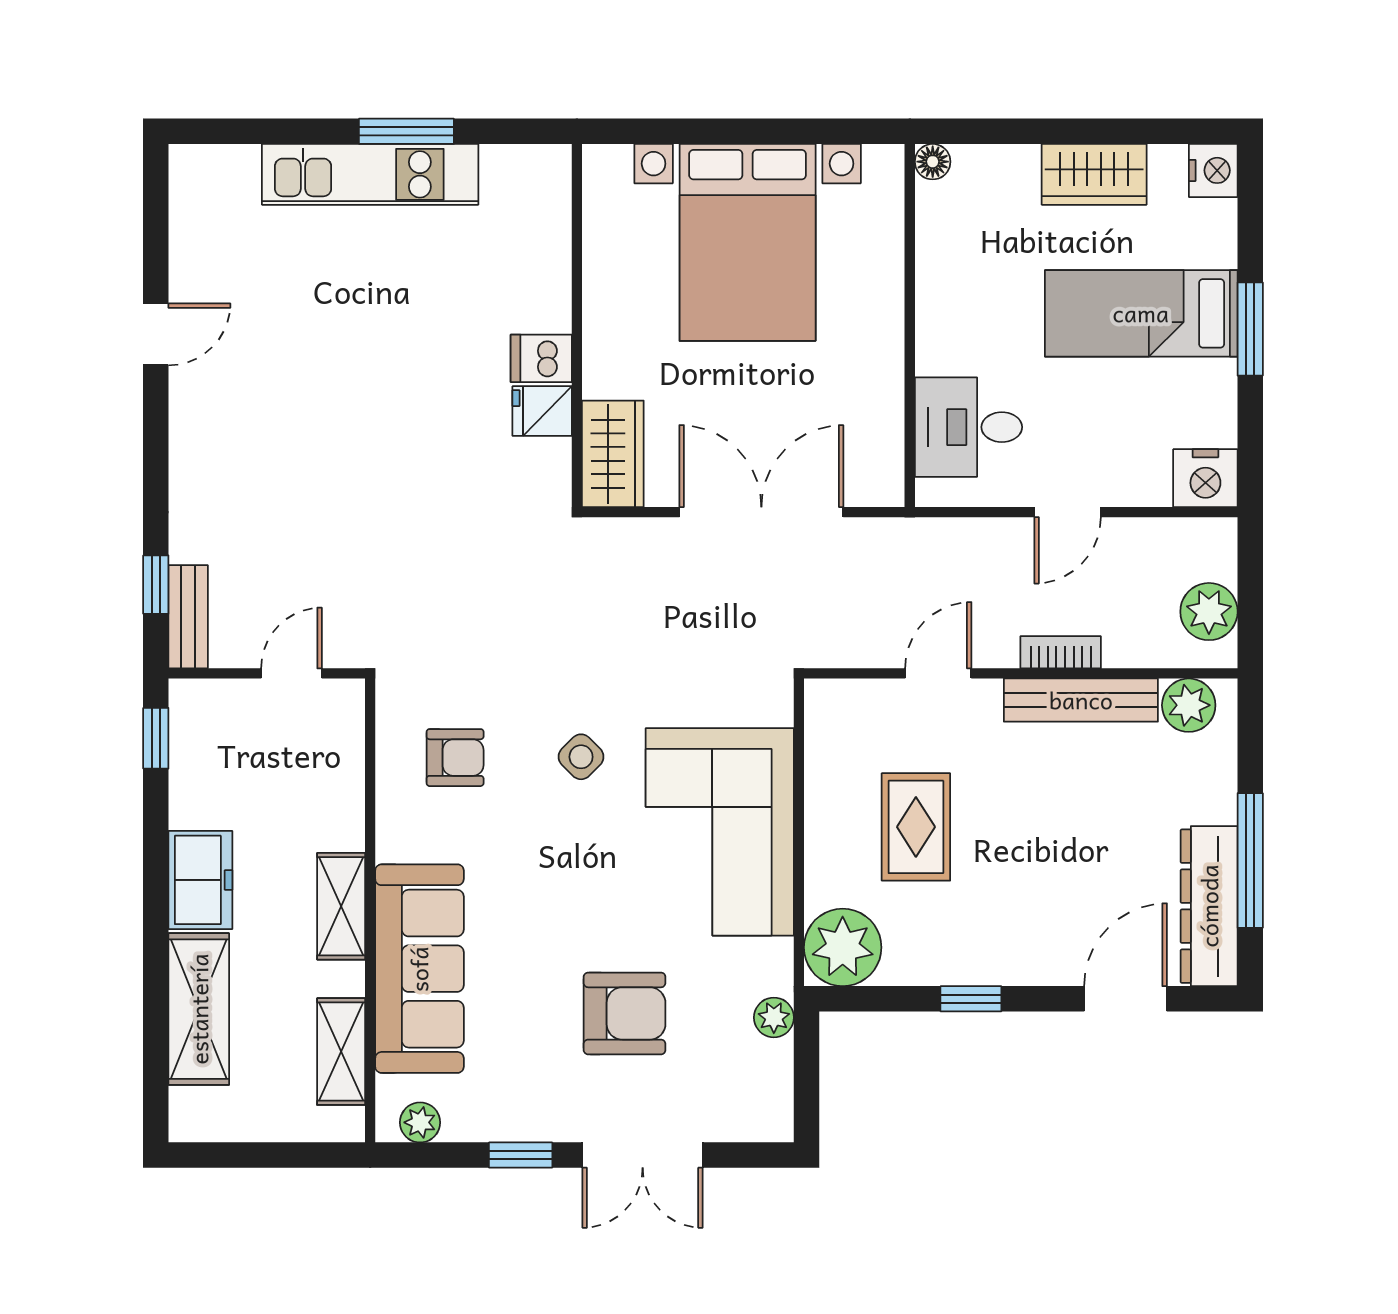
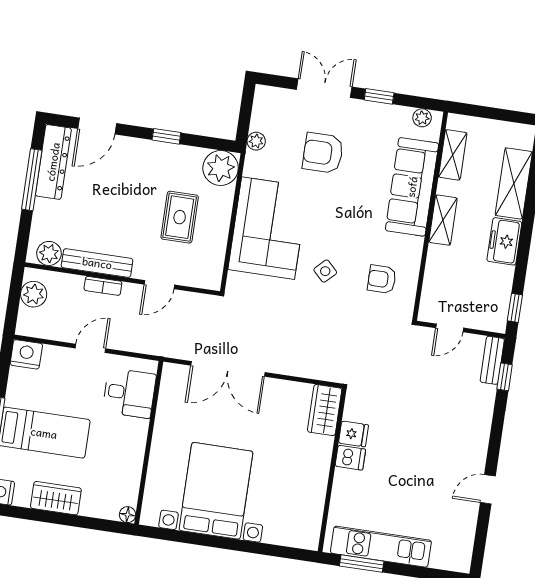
wall: (577, 325) -> (332, 470), moved
dishwasher: (541, 358) -> (350, 458), moved
fridge: (542, 411) -> (353, 434), moved
wardrobe: (613, 454) -> (325, 410), moved

